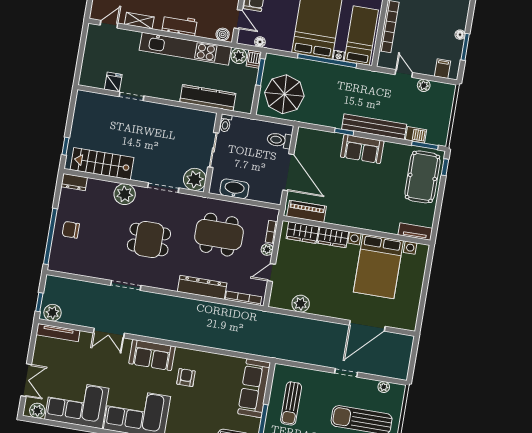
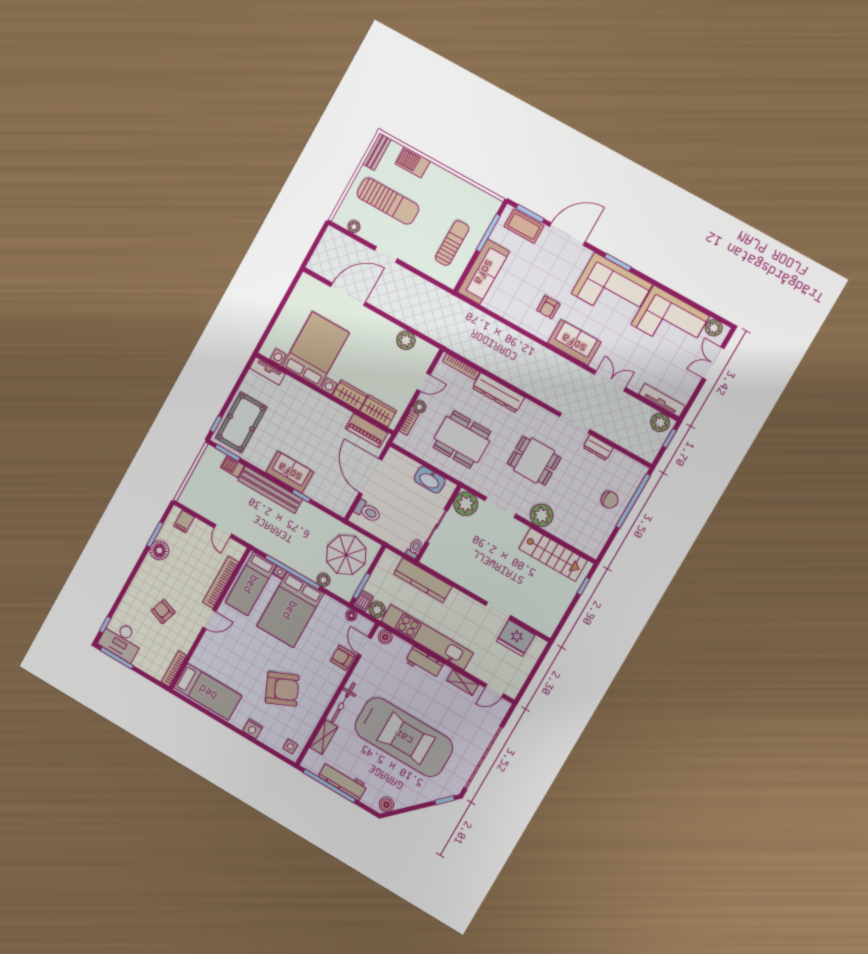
floor lamp: (460, 35) -> (159, 550), width x1.89, depth x1.89
fridge: (113, 82) -> (516, 638), width x1.88, depth x1.34
plant: (424, 85) -> (323, 580), moved
dresser: (74, 182) -> (598, 448), moved, turned 180

